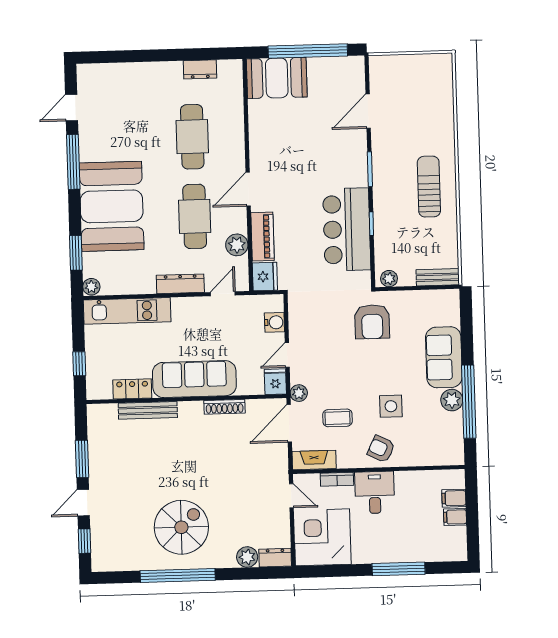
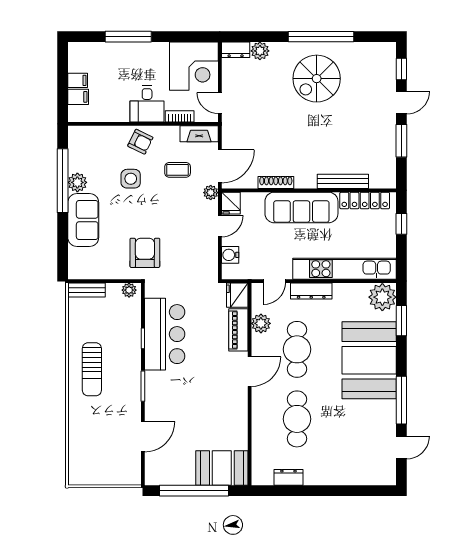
plant: (91, 287) -> (382, 297), width x1.88, depth x1.88
kitchen unit: (127, 311) -> (345, 269), width x1.36
locker: (132, 389) -> (365, 200), width x1.53

